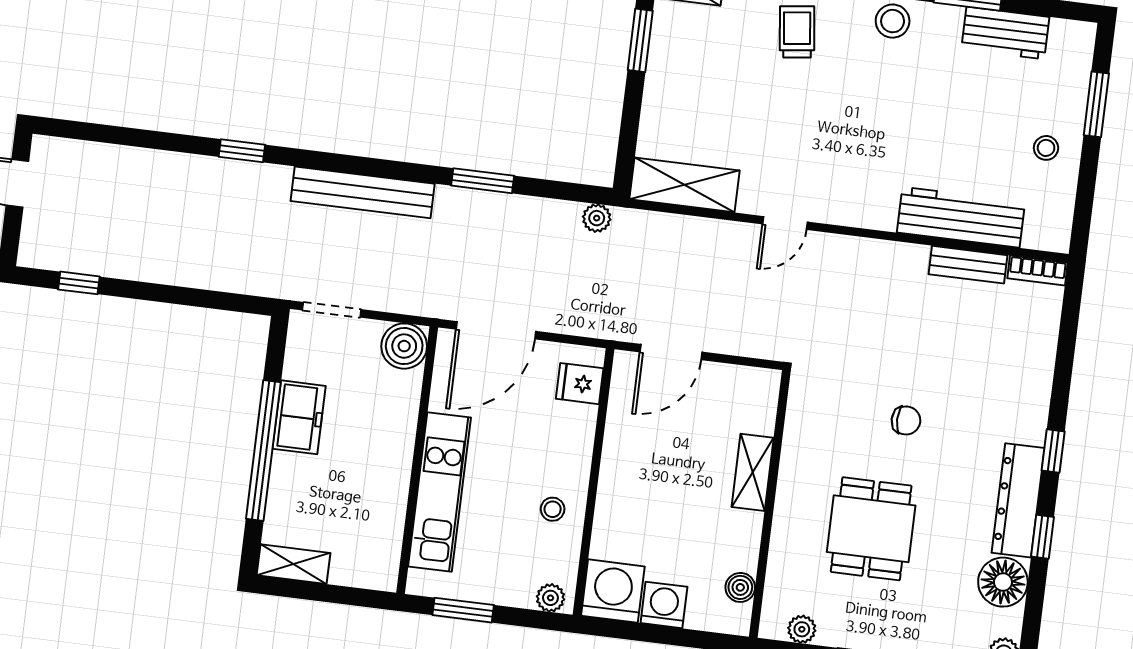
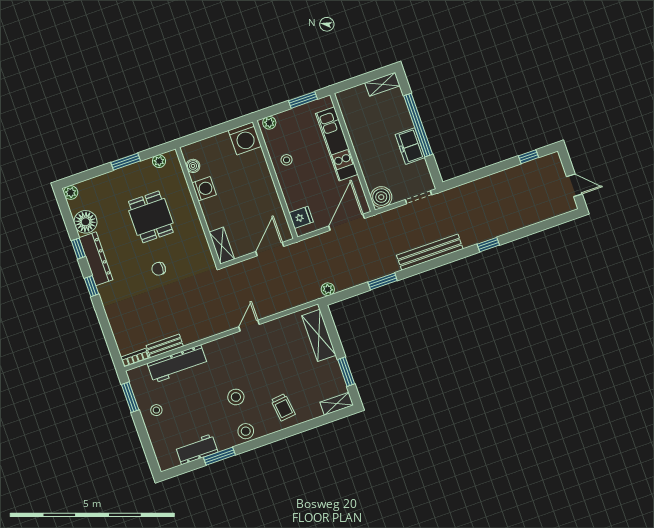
stool: (879, 97) -> (236, 397), added
window: (1096, 104) -> (130, 397), moved
shelving: (685, 185) -> (319, 335), moved, turned 90
shelving: (753, 472) -> (222, 246), moved
washing machine: (664, 605) -> (204, 189), moved, turned -90

